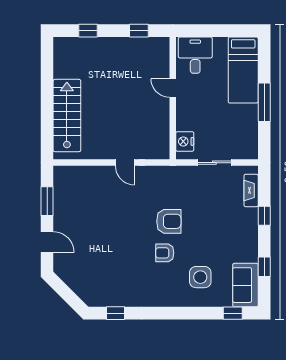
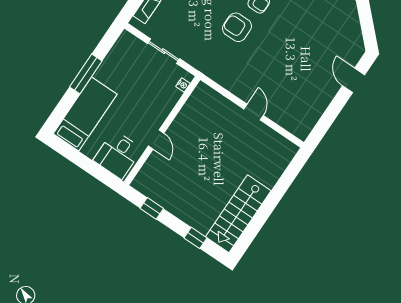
stairs: (67, 116) -> (238, 214), moved
nightstand: (185, 141) -> (183, 85), width x0.53, depth x0.56
door: (125, 163) -> (254, 112), moved
window: (47, 201) -> (330, 115), removed

